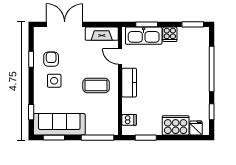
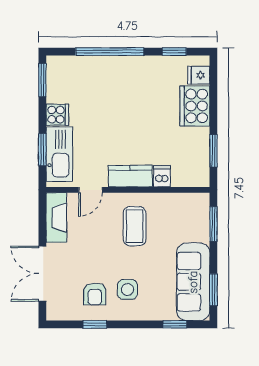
armchair: (51, 59) -> (95, 294), turned -90
dishwasher: (129, 120) -> (162, 176), moved
window: (97, 138) -> (213, 224), width x0.69

